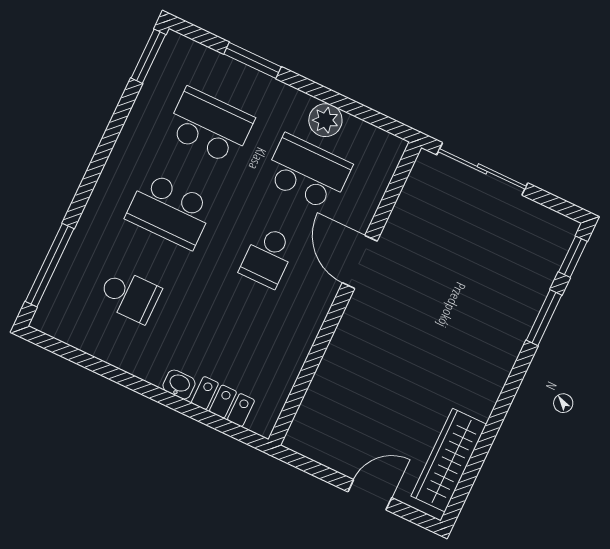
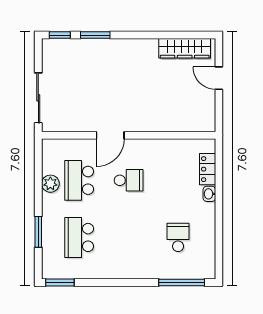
school desk: (170, 211) -> (129, 237), removed

